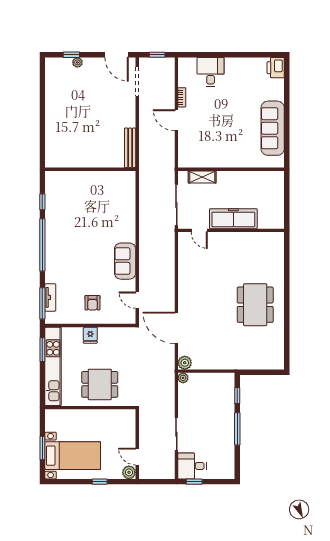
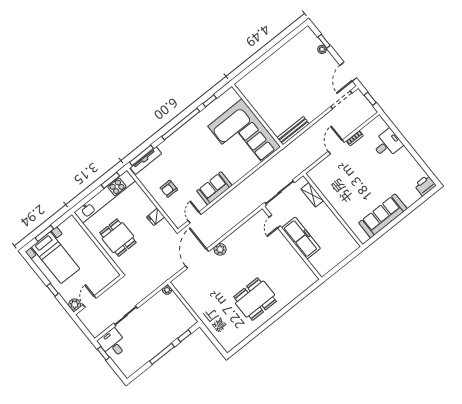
corner sofa: (100, 196) -> (244, 136), added
tv unit: (50, 297) -> (146, 161), width x1.41
fridge: (90, 335) -> (156, 217), moved
plant: (185, 363) -> (220, 249), moved

